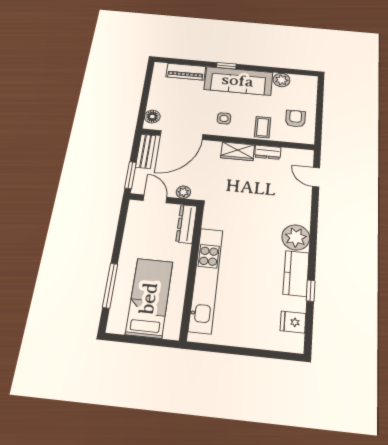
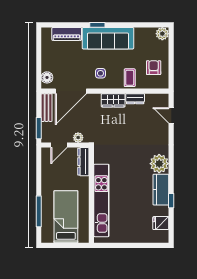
plant: (281, 80) -> (162, 34), moved
door: (155, 199) -> (59, 145), swing flipped

